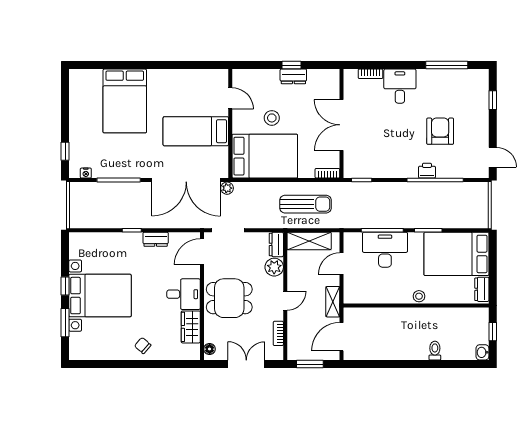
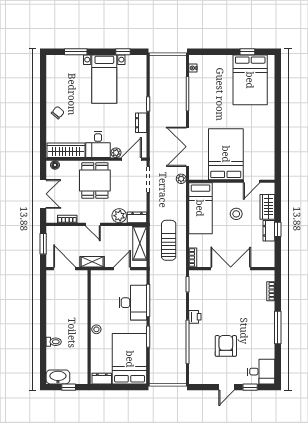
window: (447, 65) -> (278, 327), moved
wardrobe: (263, 78) -> (267, 207), added
desk: (400, 86) -> (261, 372), moved
bed: (125, 101) -> (250, 80), moved, turned -90
bed: (196, 131) -> (226, 154), width x1.50
armchair: (440, 131) -> (226, 346), turned -90
window: (65, 151) -> (247, 52), moved
bed: (265, 156) -> (200, 208), width x0.67
door: (493, 157) -> (226, 387), moved
printer: (427, 171) -> (195, 317), moved
double door: (186, 180) -> (187, 147), width x0.73
sun lounger: (306, 204) -> (169, 240), turned 180
door: (202, 252) -> (131, 159), hinge flipped
door: (342, 264) -> (122, 269), hinge flipped
plant: (194, 271) -> (116, 153), added
window: (65, 286) -> (123, 52), moved
bed with nightstands: (100, 296) -> (104, 79), width x0.73
wardrobe: (191, 327) -> (66, 150), width x1.50
washbasin: (482, 352) -> (58, 377), width x1.91, depth x1.45

